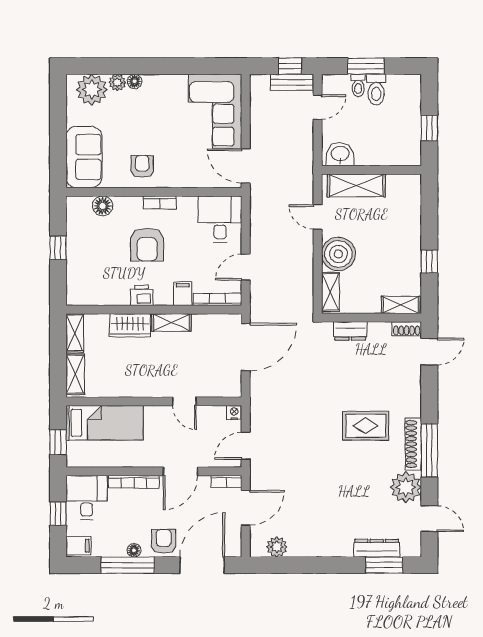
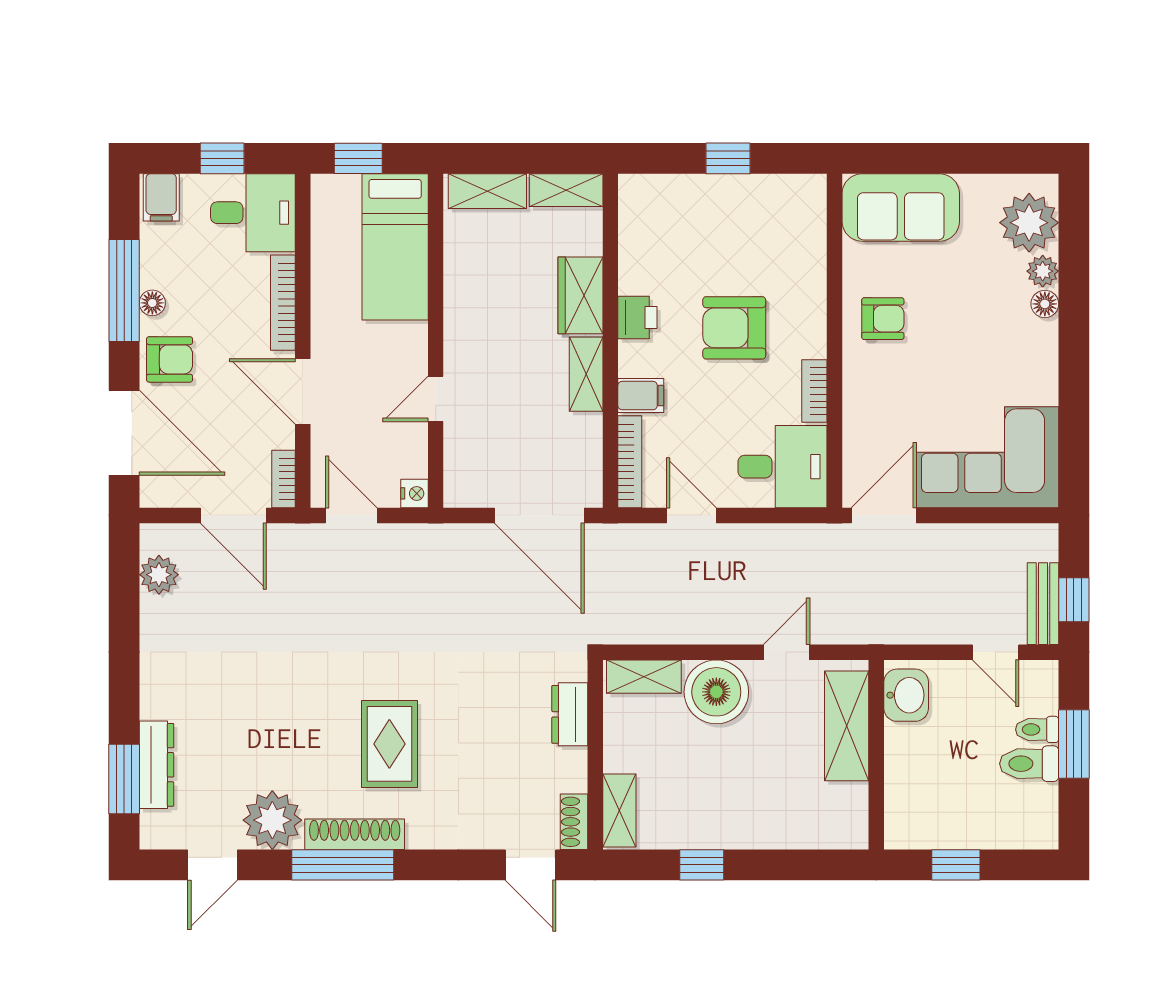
bookcase: (160, 202) -> (814, 391), moved
floor lamp: (103, 206) -> (808, 243), removed

